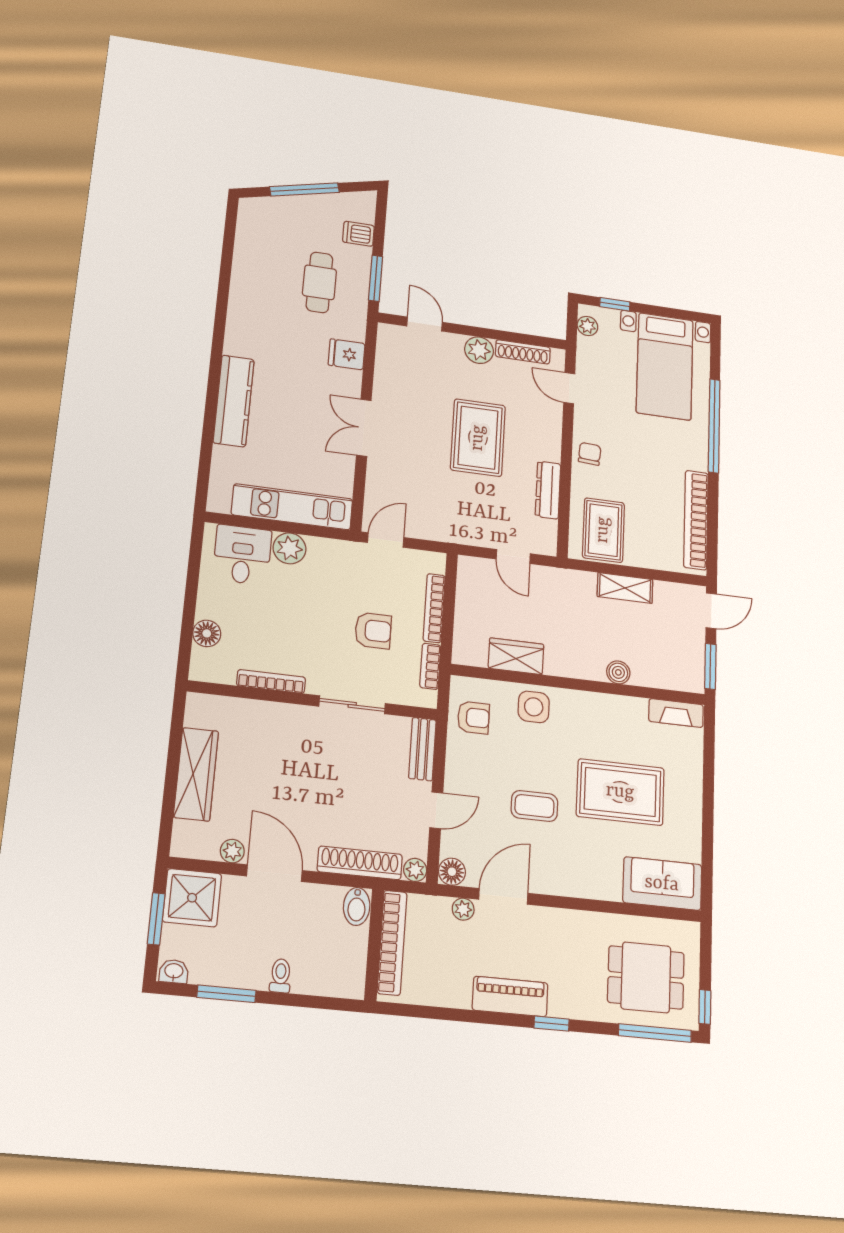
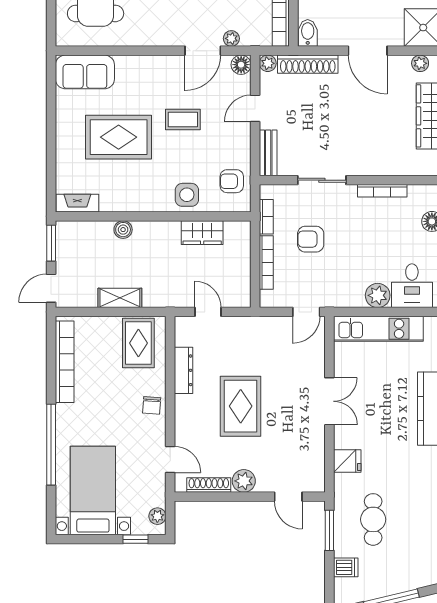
plant: (232, 851) -> (420, 63), moved

